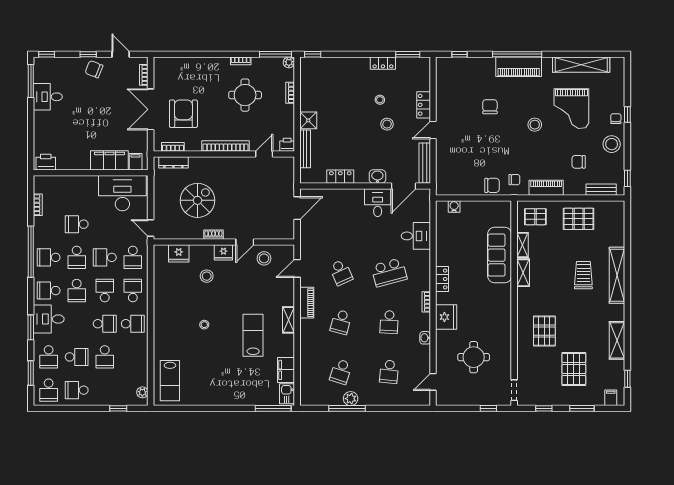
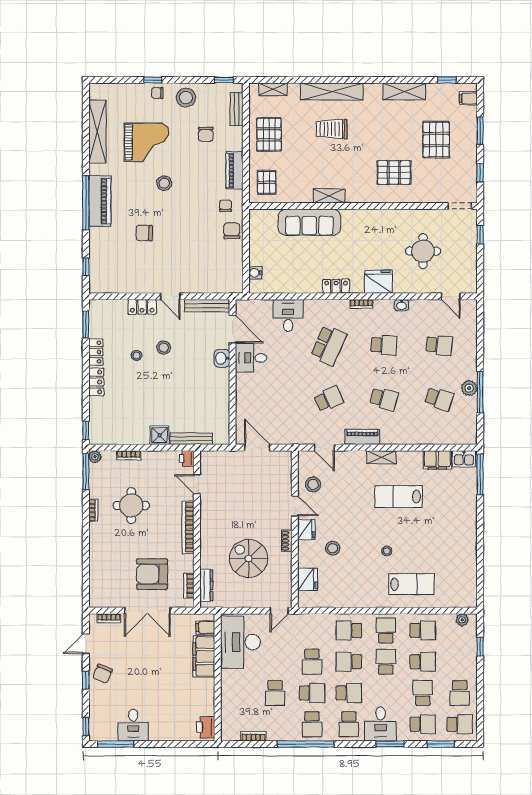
locker: (340, 177) -> (96, 382), moved, turned 180
shelving: (523, 245) -> (273, 89), moved
school desk: (133, 257) -> (423, 630), moved
school desk: (389, 272) -> (329, 345), turned 39
pallet: (574, 369) -> (436, 140), turned 90
lab bench: (170, 381) -> (412, 584), moved

